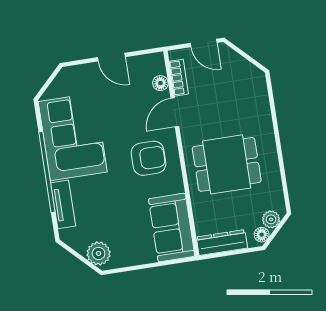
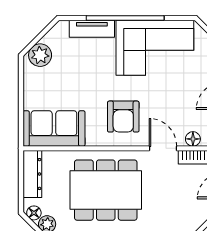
dining table: (227, 164) -> (106, 190), width x1.38

